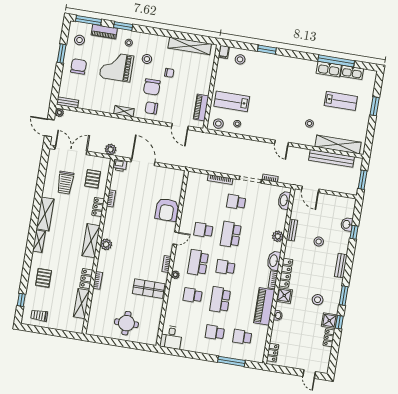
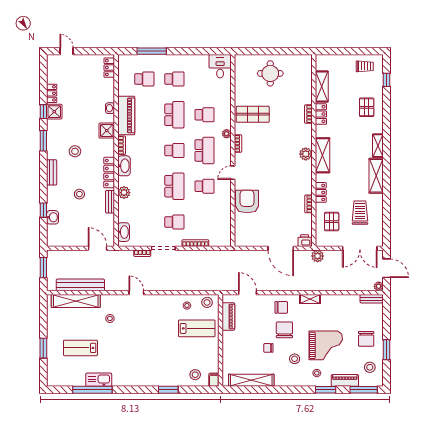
kitchen sink: (352, 72) -> (73, 380), removed
locker: (286, 273) -> (109, 173), moved
stool: (318, 300) -> (75, 151), moved

